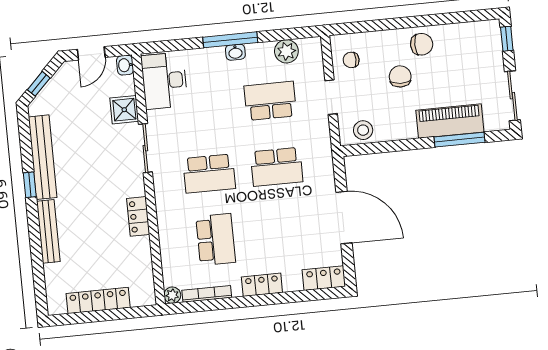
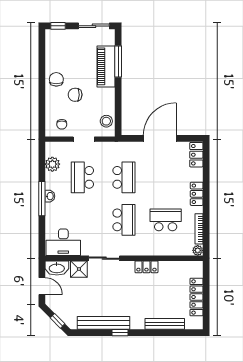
washbasin: (125, 65) -> (57, 268), width x1.91, depth x1.45
bench: (48, 231) -> (165, 324), moved

